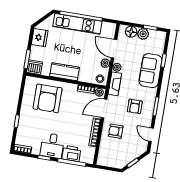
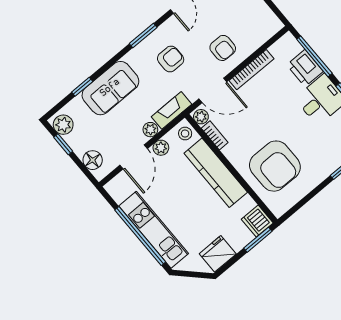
plant: (143, 34) -> (63, 125), moved
kitchen counter: (65, 72) -> (216, 173), width x1.50
armchair: (48, 98) -> (275, 166), turned 90

